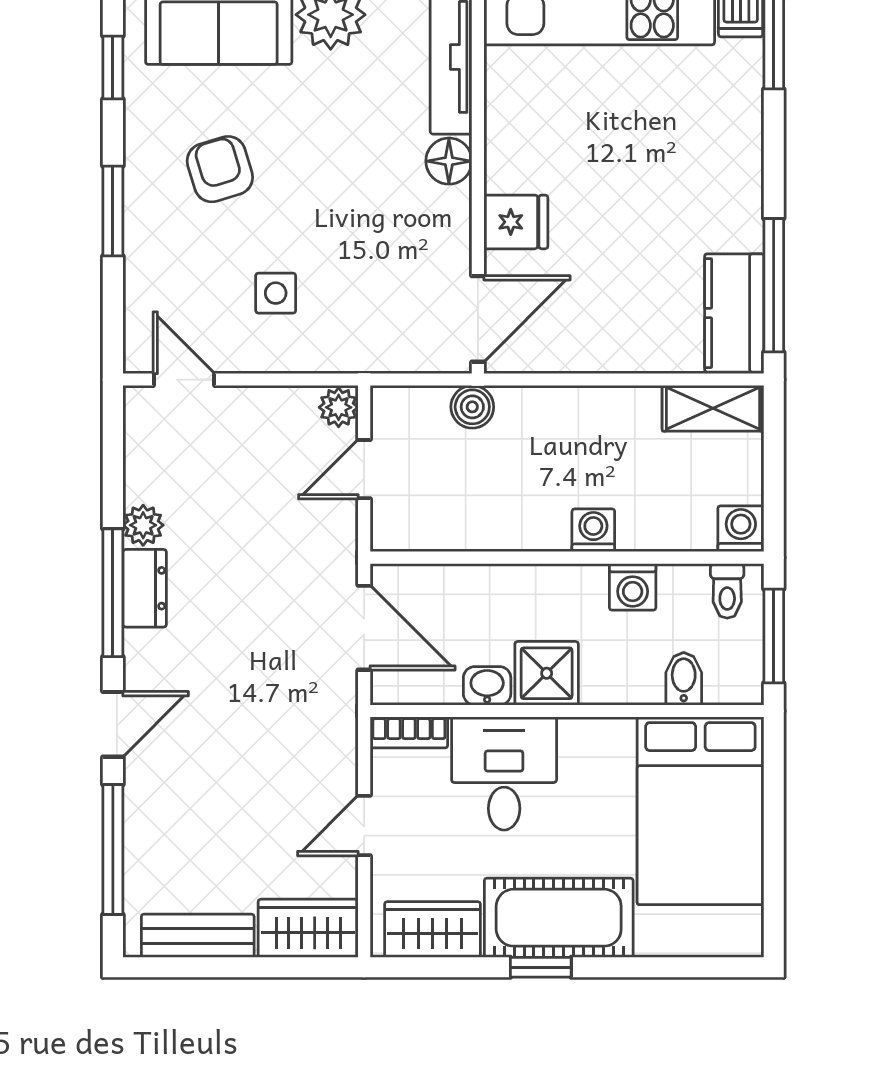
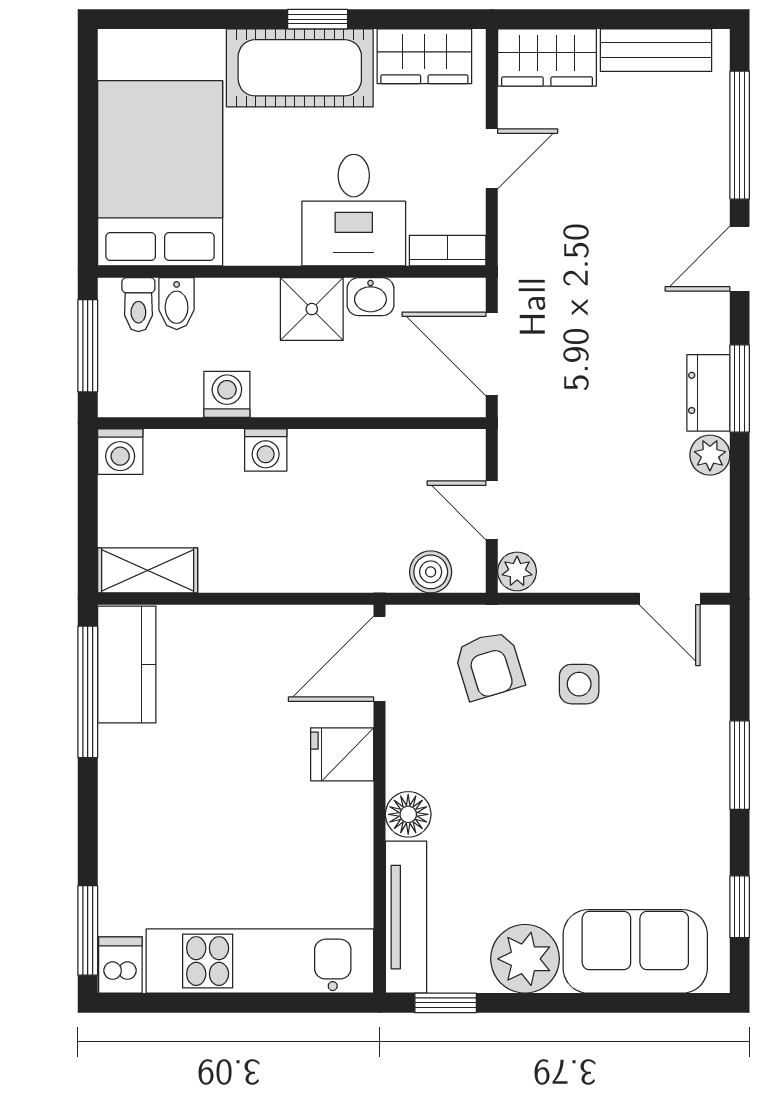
armchair: (220, 169) -> (489, 665), moved
boiler: (472, 407) -> (431, 572), moved
door: (364, 469) -> (492, 510), swing flipped
toilet: (727, 591) -> (138, 305), moved, turned 180
window: (113, 593) -> (740, 388), width x0.69

